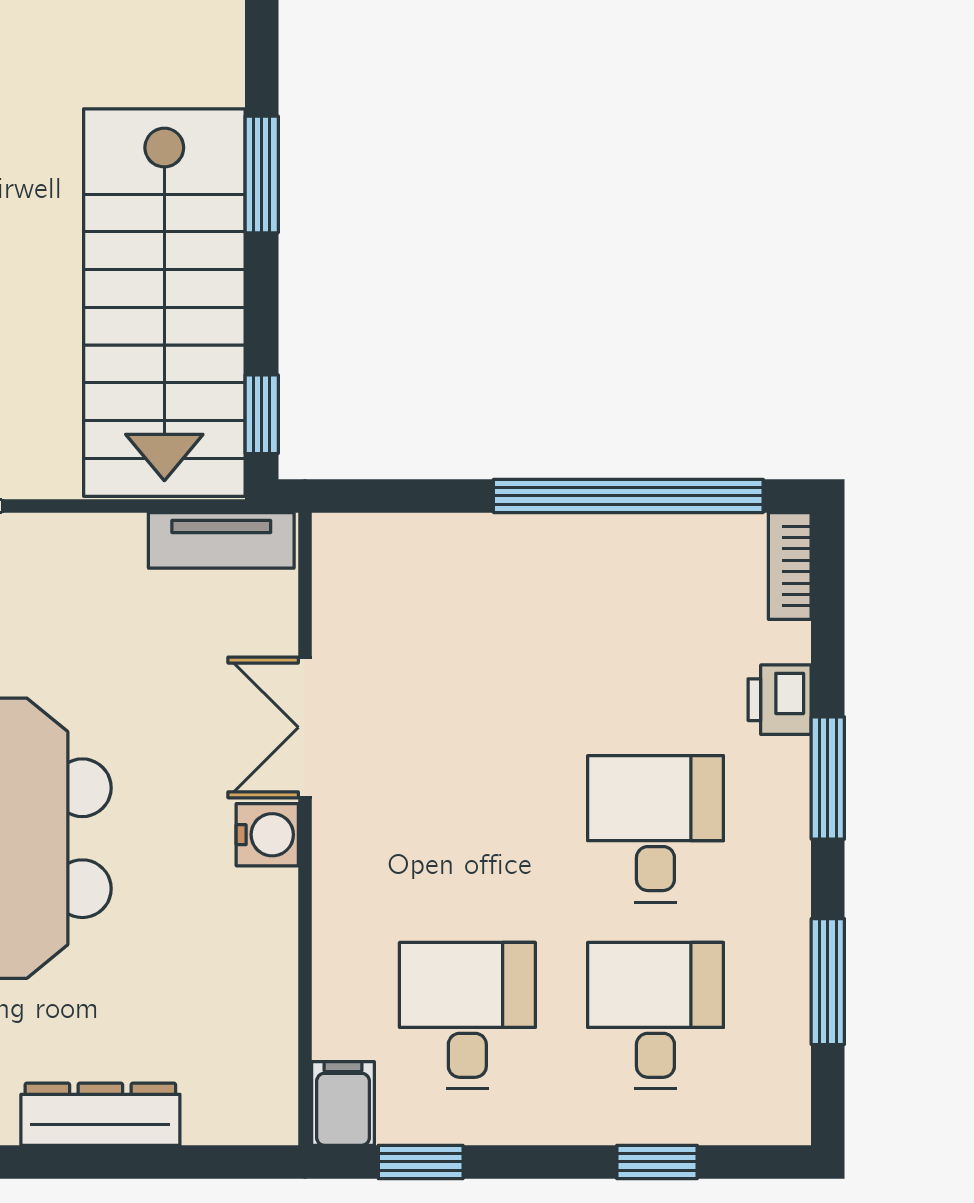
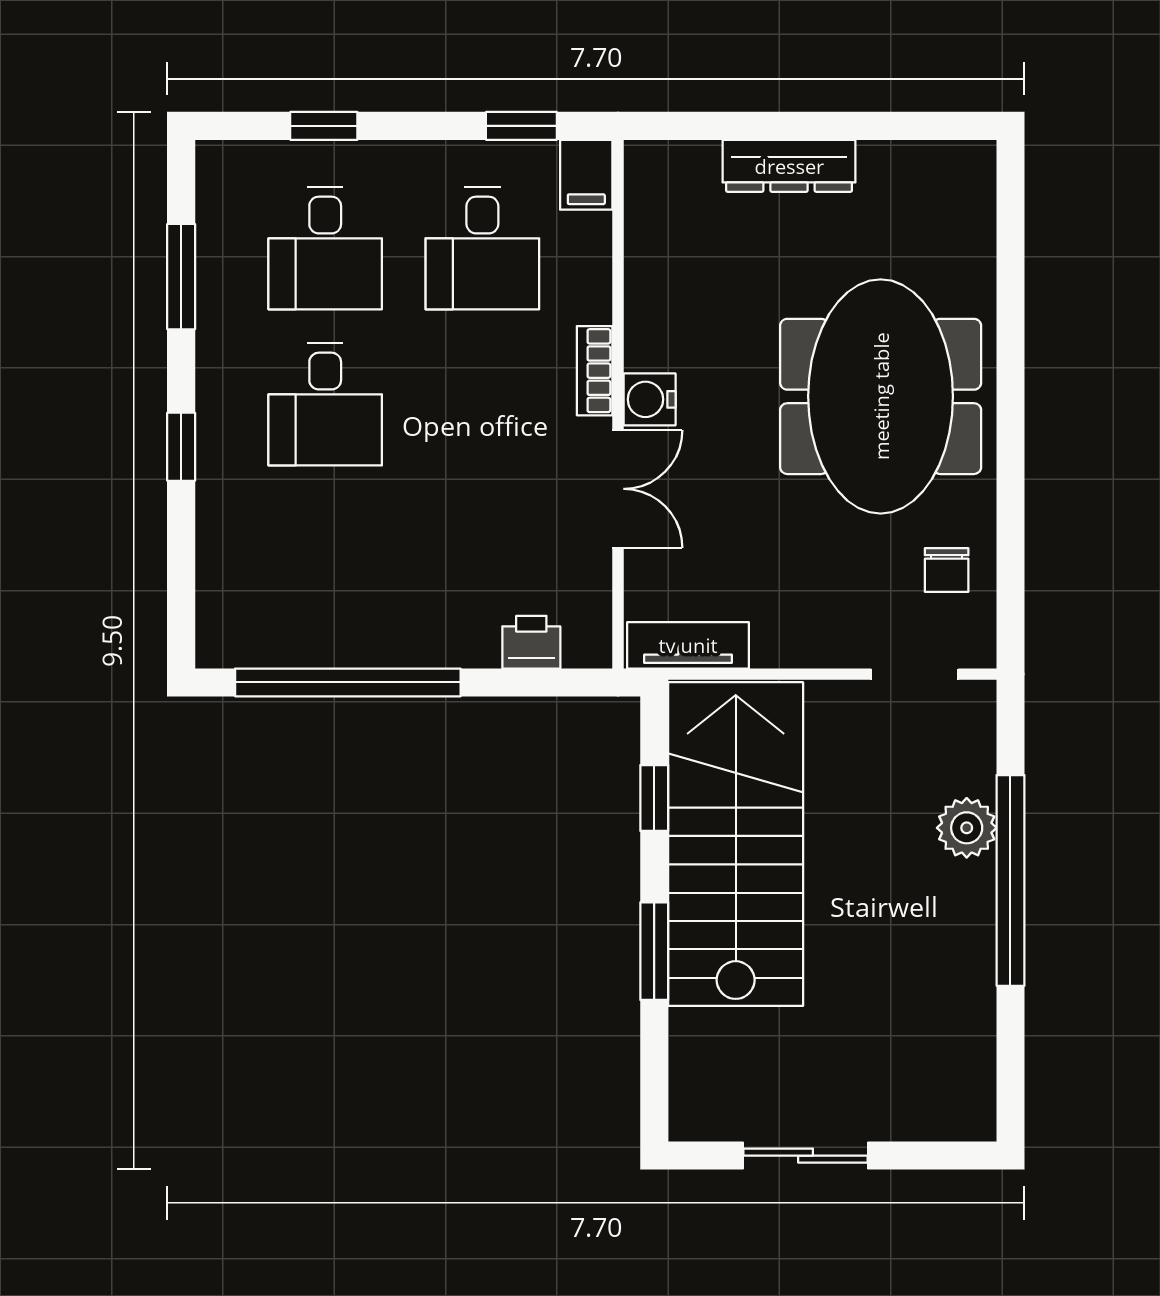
window: (262, 414) -> (654, 798), moved
bookcase: (790, 566) -> (595, 371), moved, turned 180
printer: (780, 700) -> (531, 642), moved, turned -90
window: (828, 778) -> (181, 447), width x0.67

